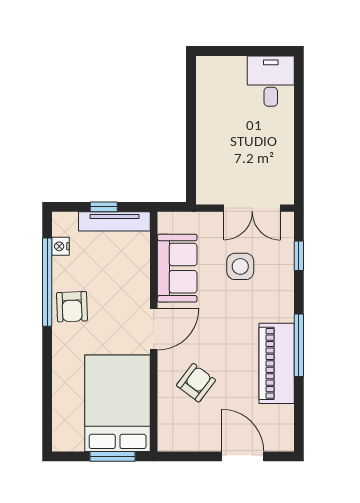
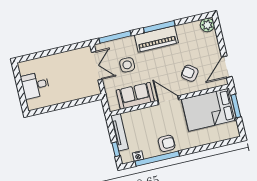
desk: (271, 81) -> (35, 85), moved
window: (104, 207) -> (116, 149), moved
window: (299, 256) -> (115, 37), width x2.17
piano: (277, 363) -> (156, 39), moved
plant: (281, 438) -> (207, 25), added
door: (243, 456) -> (227, 67), moved

